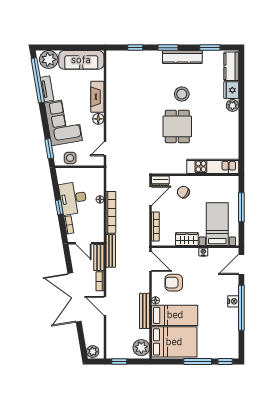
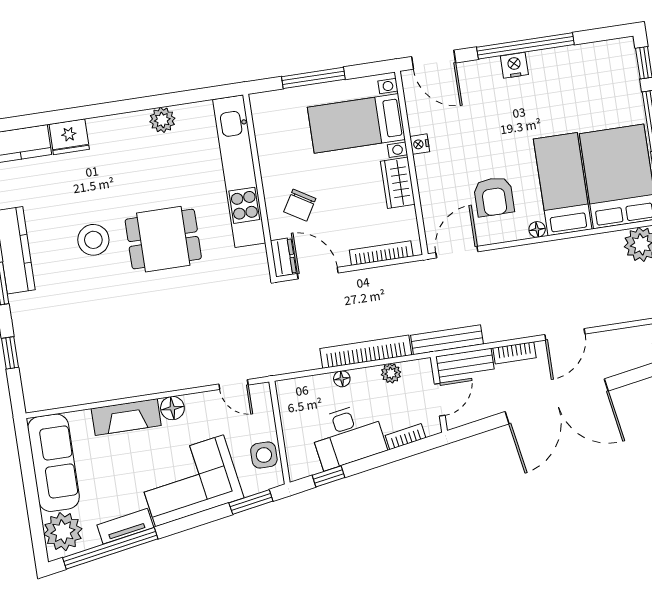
plant: (232, 105) -> (162, 120), moved
kitchen unit: (213, 166) -> (239, 171), width x1.36
window: (59, 207) -> (329, 476), moved
plant: (99, 223) -> (391, 373), added
bench: (144, 311) -> (563, 249), removed

